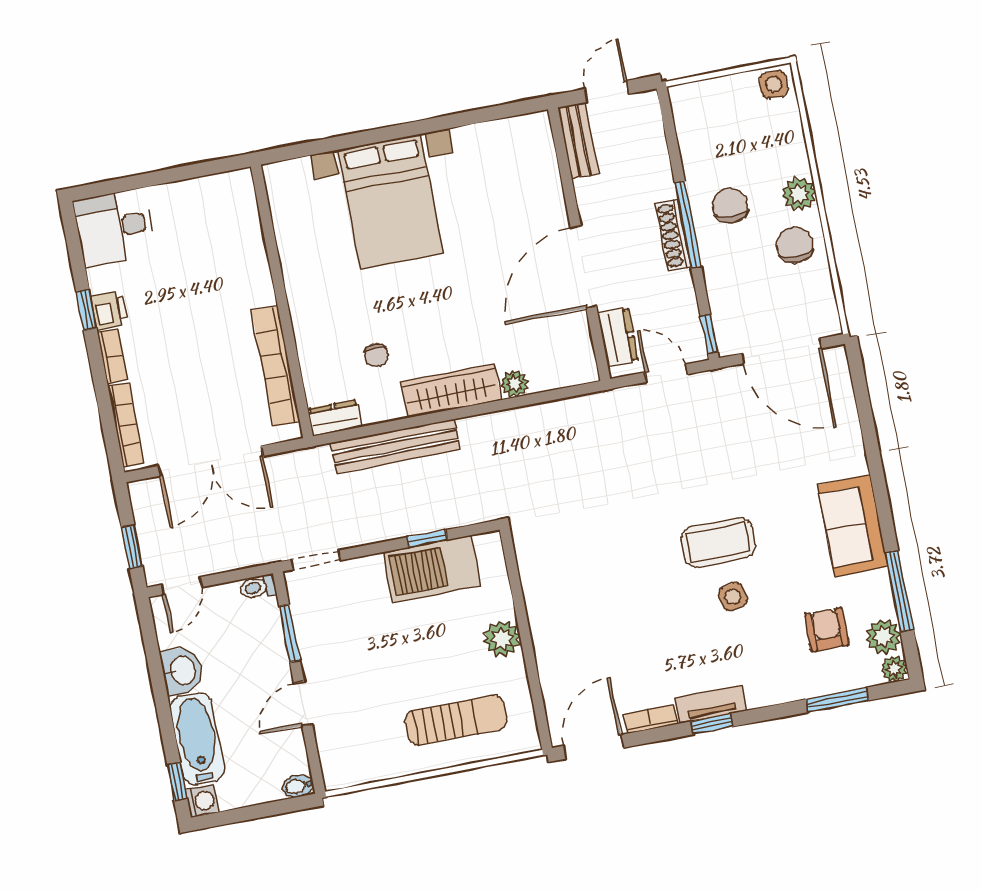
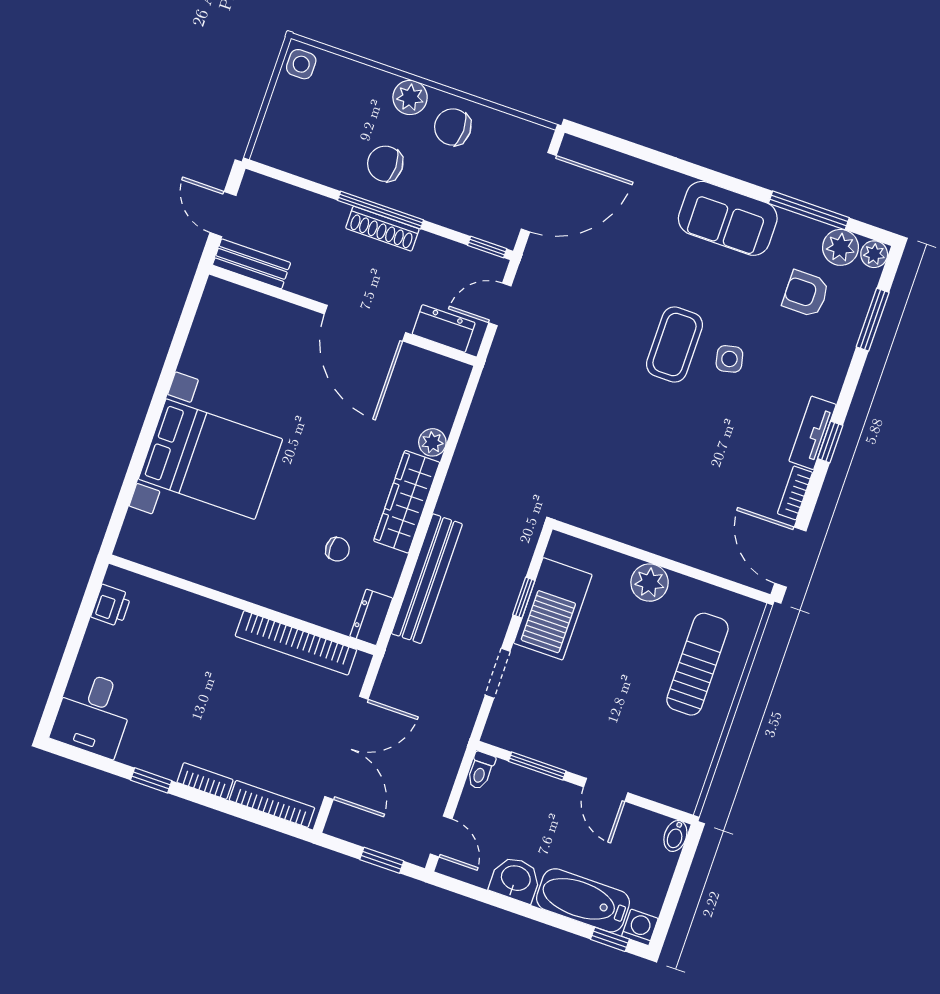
printer: (109, 310) -> (111, 606), moved, turned 90
doorway: (316, 560) -> (498, 673), moved

